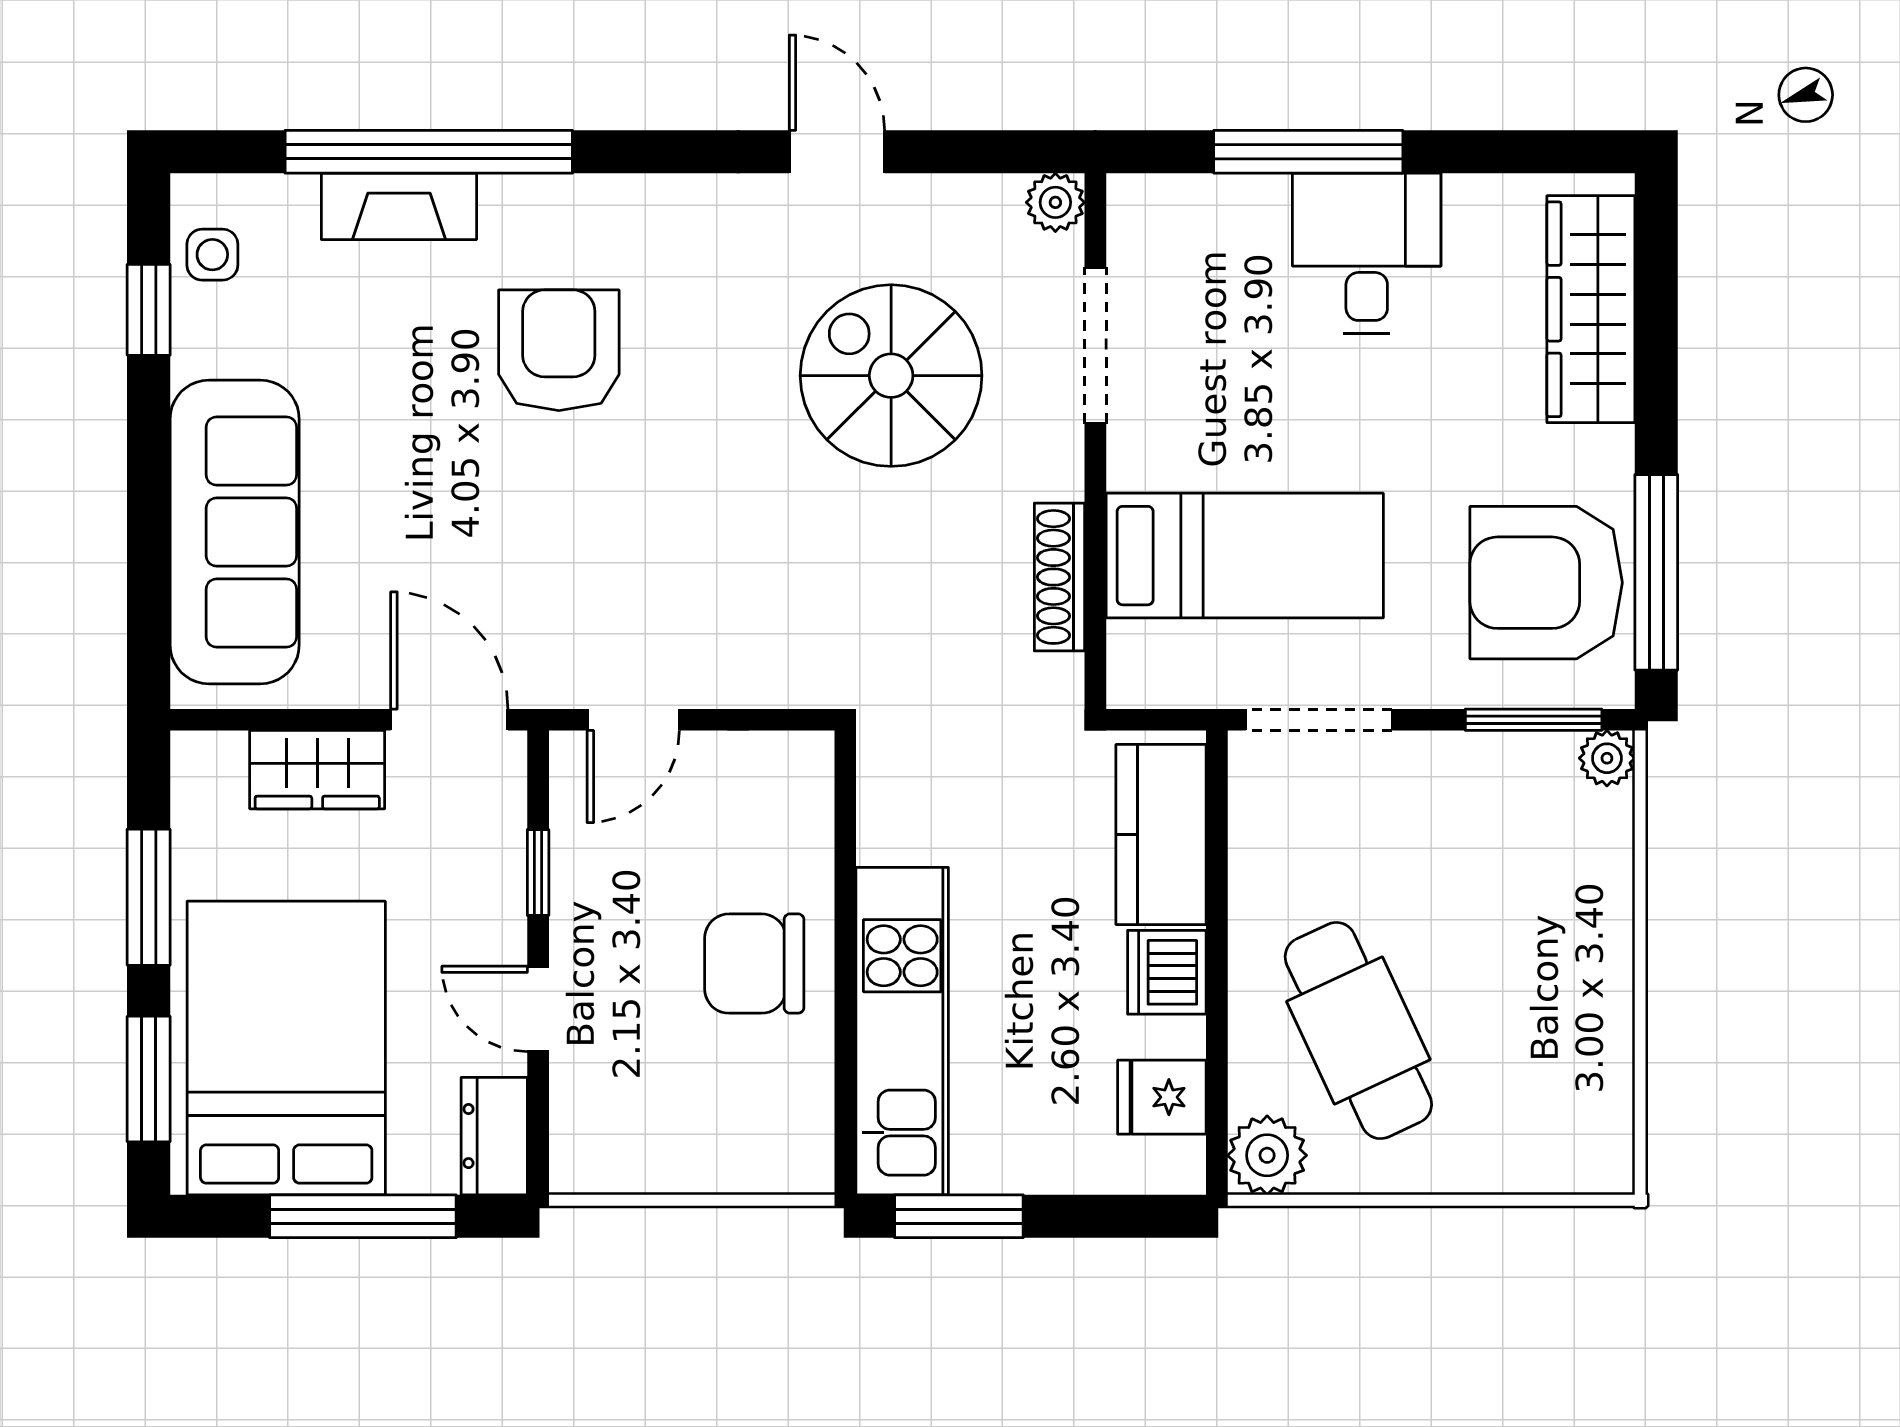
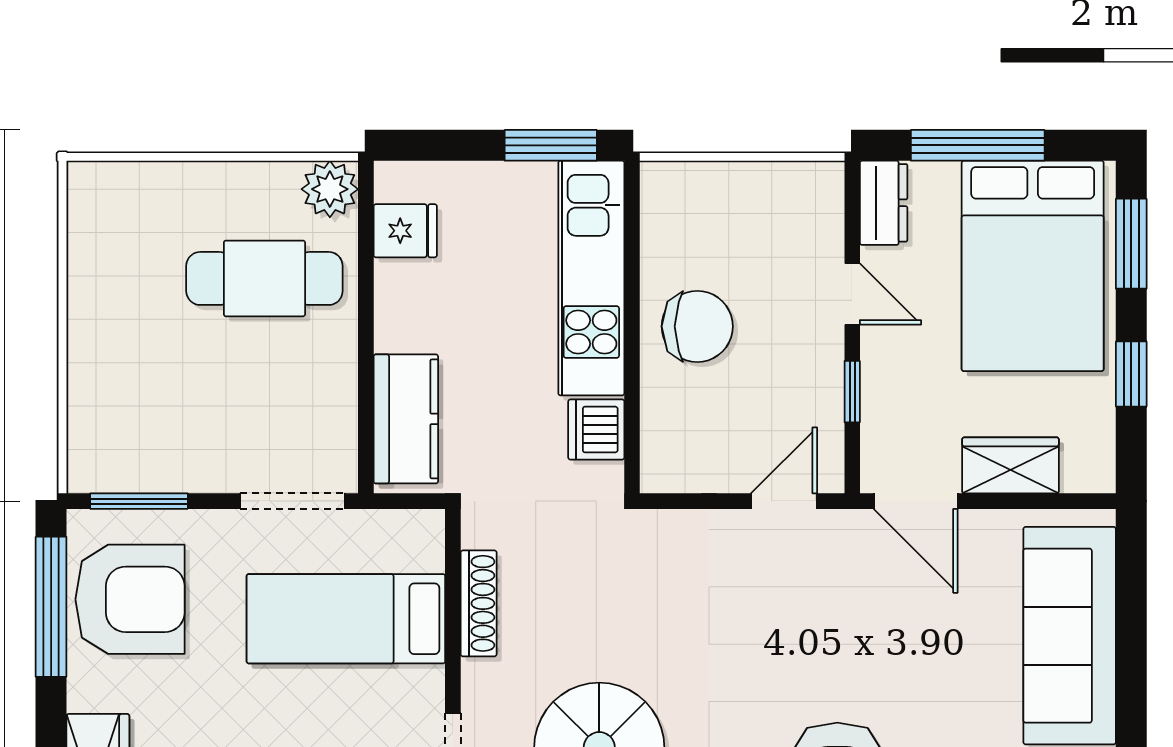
plant: (1607, 758) -> (86, 474), removed
window: (149, 897) -> (1131, 374), width x0.67
dishwasher: (1167, 972) -> (596, 430), moved, turned 180
cafe table: (1358, 1031) -> (264, 278), turned -65

